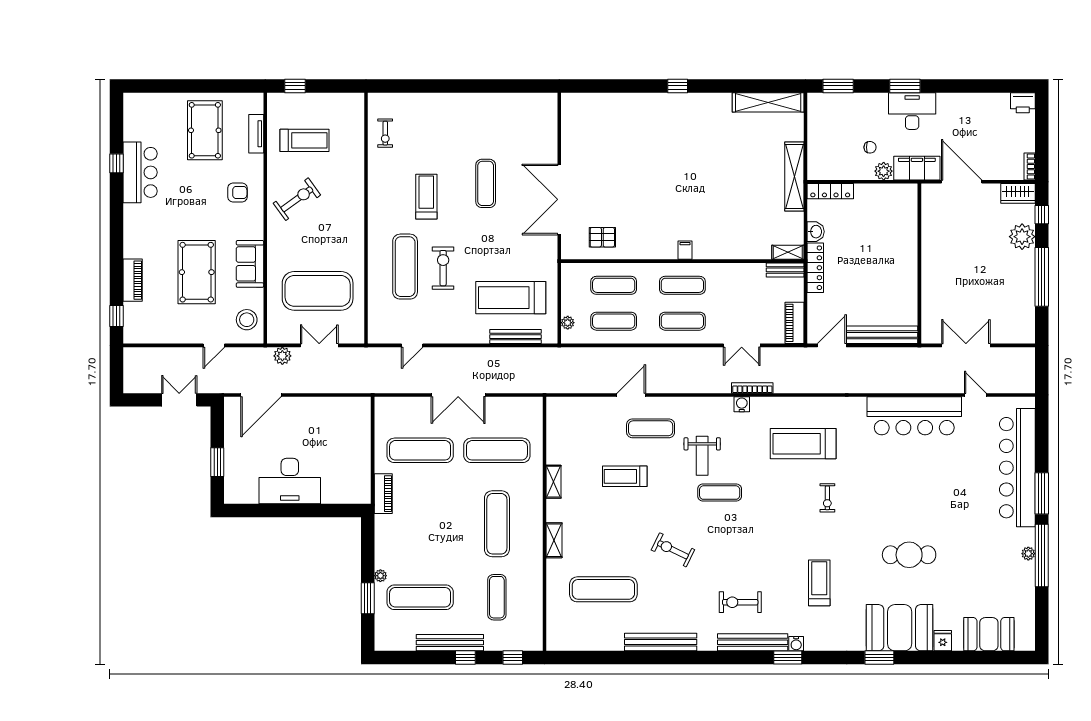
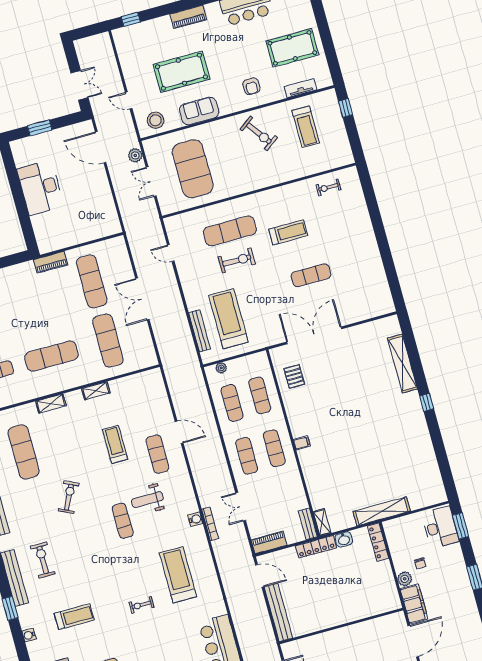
shelving: (768, 102) -> (402, 363), moved
desk: (912, 111) -> (440, 527), moved
piano: (133, 280) -> (188, 17), moved
double door: (319, 345) -> (151, 182), swing flipped
water cooler: (796, 644) -> (29, 635), moved

